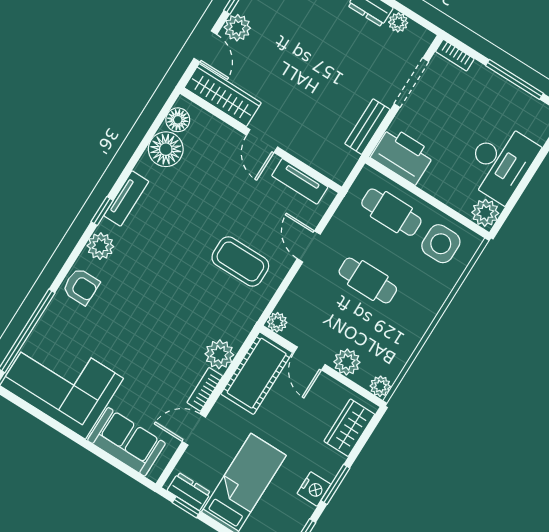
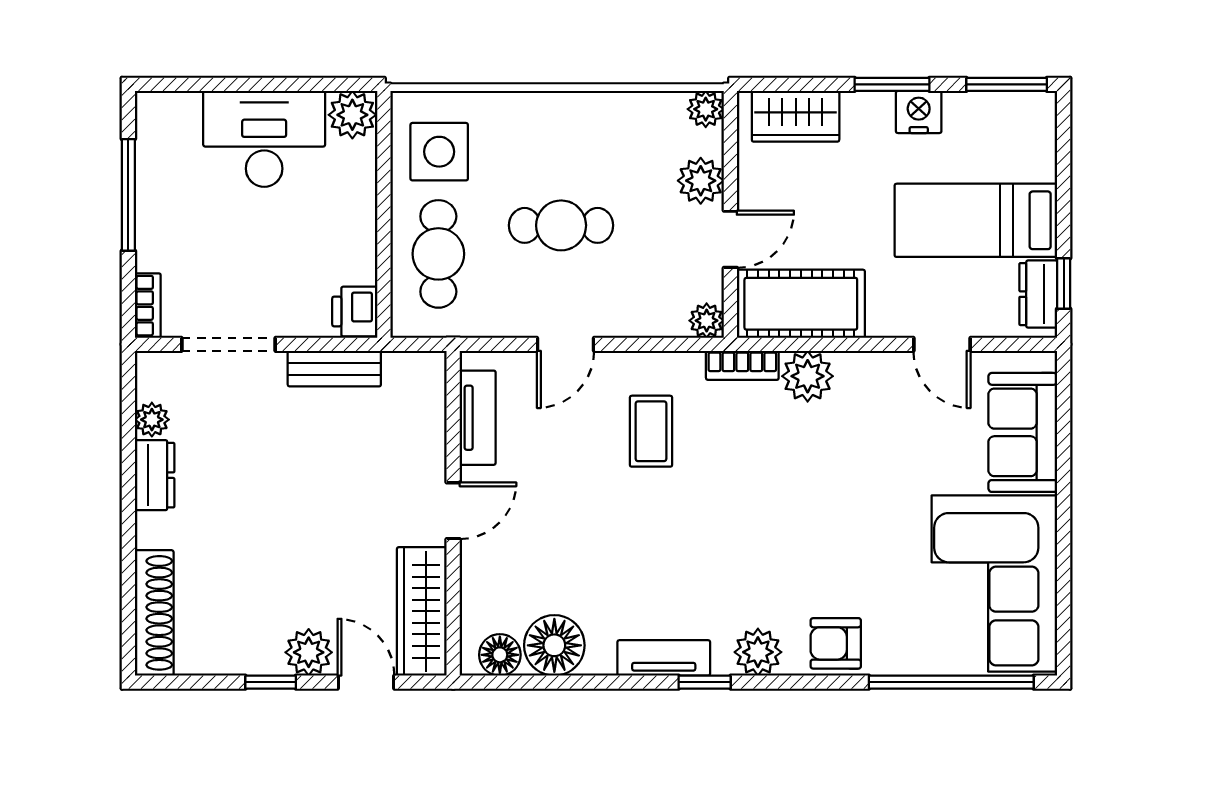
door: (205, 46) -> (366, 682), hinge flipped
printer: (403, 155) -> (355, 311), width x0.53, depth x0.68
coffee table: (240, 261) -> (651, 431), width x0.73, depth x0.77
cafe table: (368, 281) -> (561, 225), turned 90
armchair: (81, 287) -> (836, 643), turned -90
bookcase: (205, 389) -> (742, 365), moved

